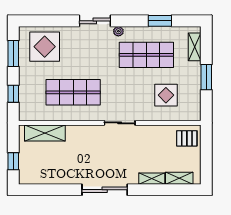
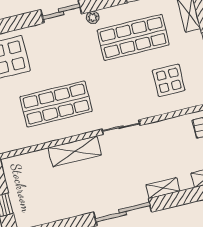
shelving: (45, 133) -> (75, 151), moved
shelving: (152, 179) -> (163, 188), moved

